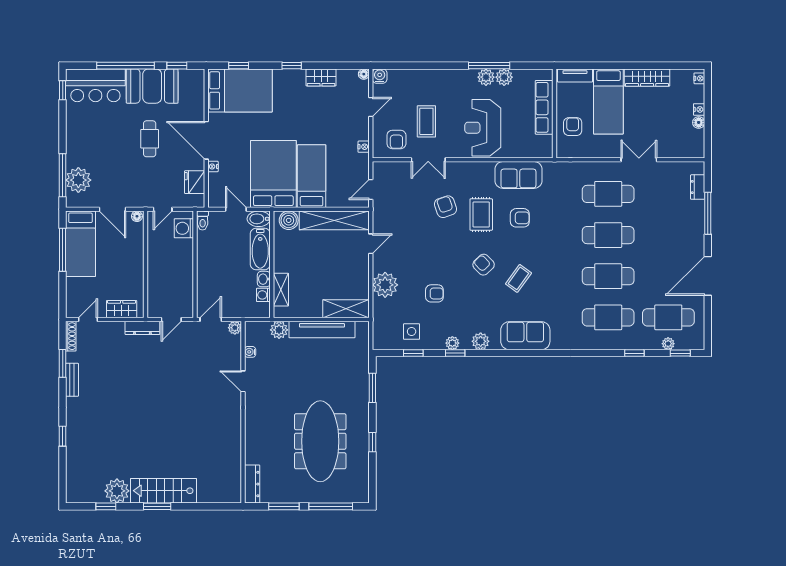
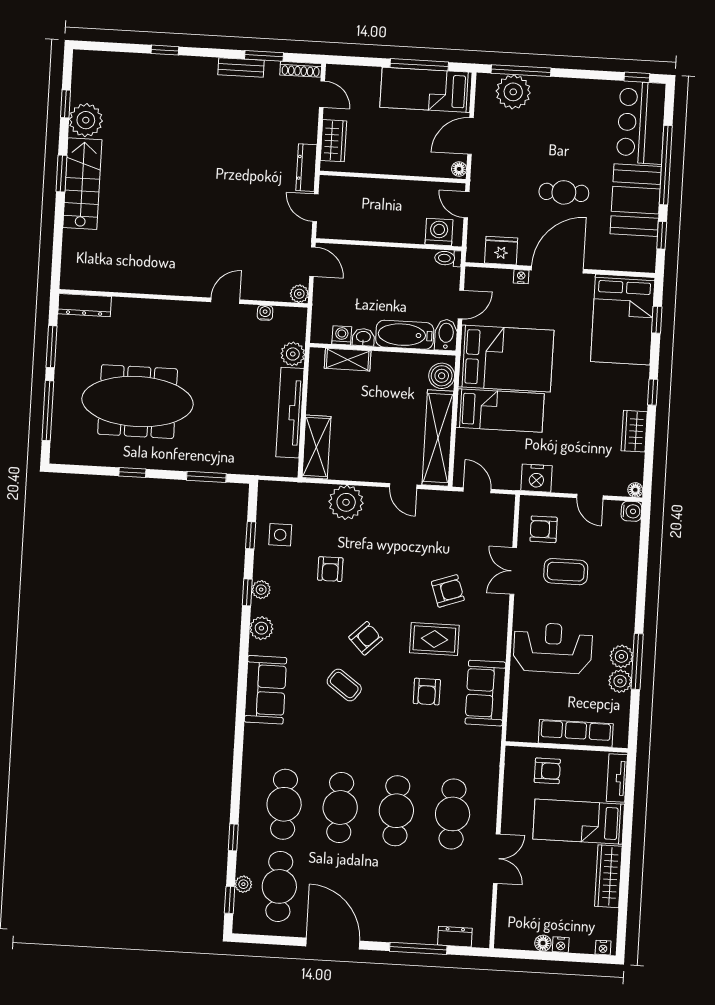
nightstand: (364, 147) -> (537, 478), width x1.89, depth x1.79

